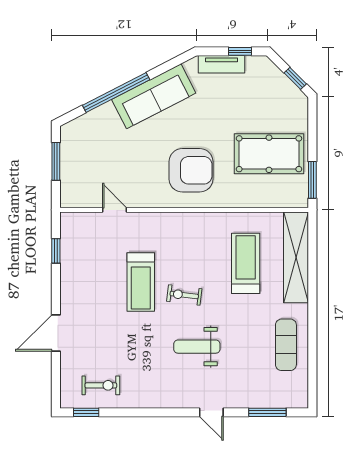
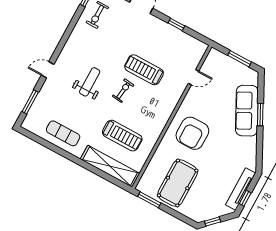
tv unit: (221, 64) -> (241, 189), width x1.41
window: (116, 92) -> (260, 115), width x0.47
sofa: (154, 96) -> (247, 111), moved
window: (56, 251) -> (176, 24), moved

